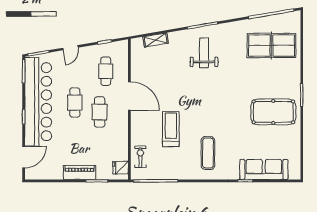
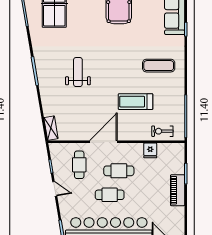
shelving: (156, 40) -> (51, 128), moved
door: (70, 48) -> (55, 189), moved
weight bench: (204, 53) -> (78, 72), moved, turned 90
cafe table: (106, 71) -> (79, 165), turned 90
fridge: (121, 168) -> (150, 150), moved

